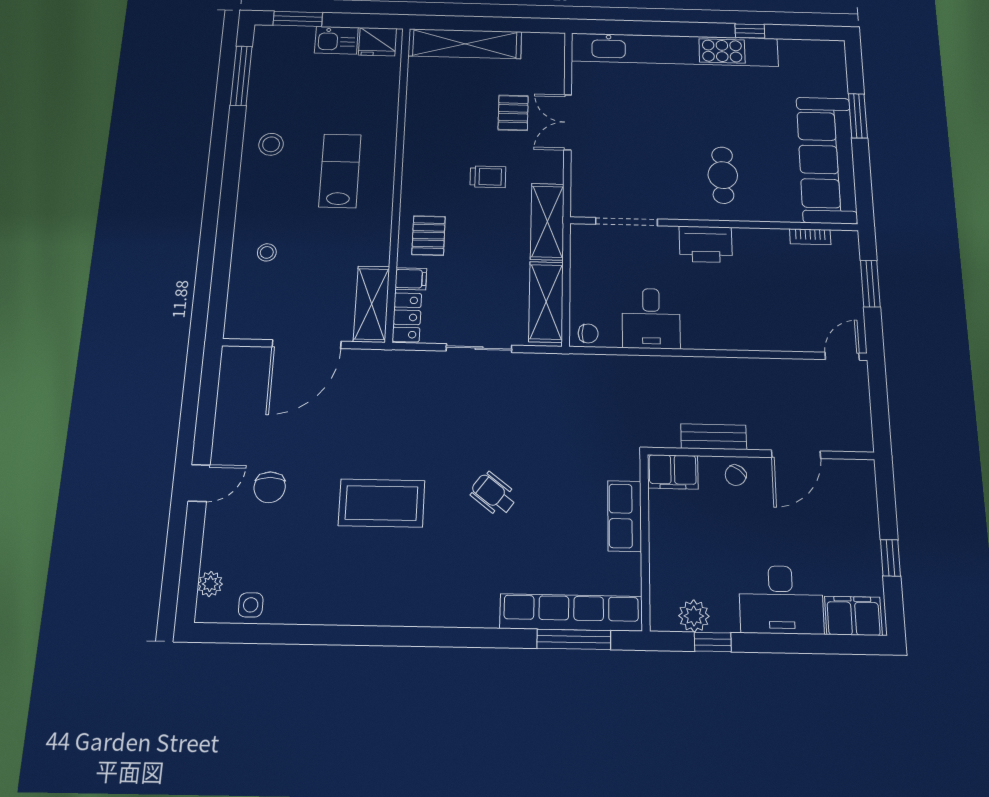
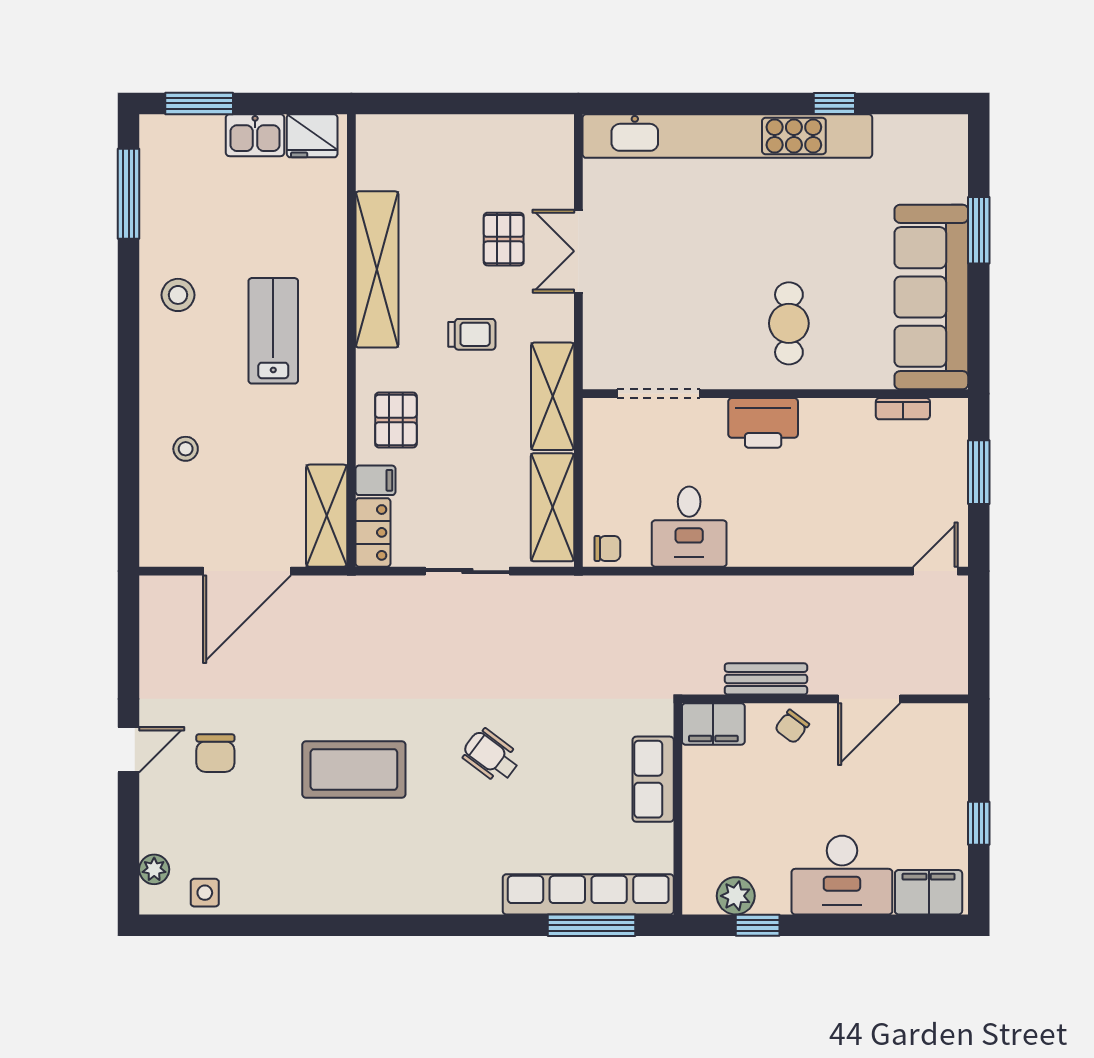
shelving: (465, 44) -> (377, 269), moved, turned 90

